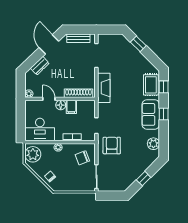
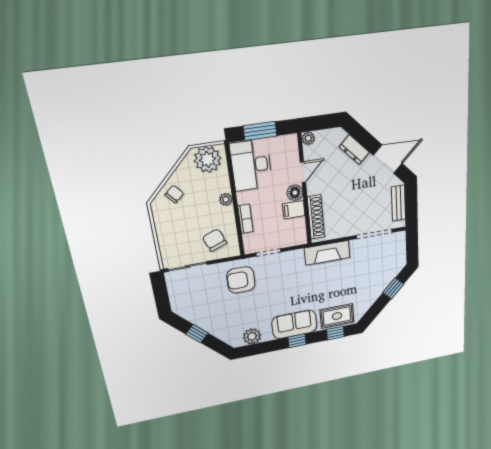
window: (21, 122) -> (260, 131), added
armchair: (112, 145) -> (241, 280), turned 180

